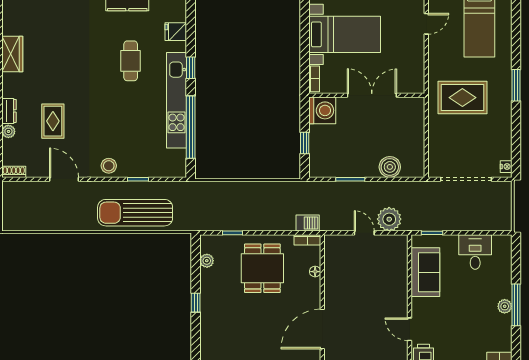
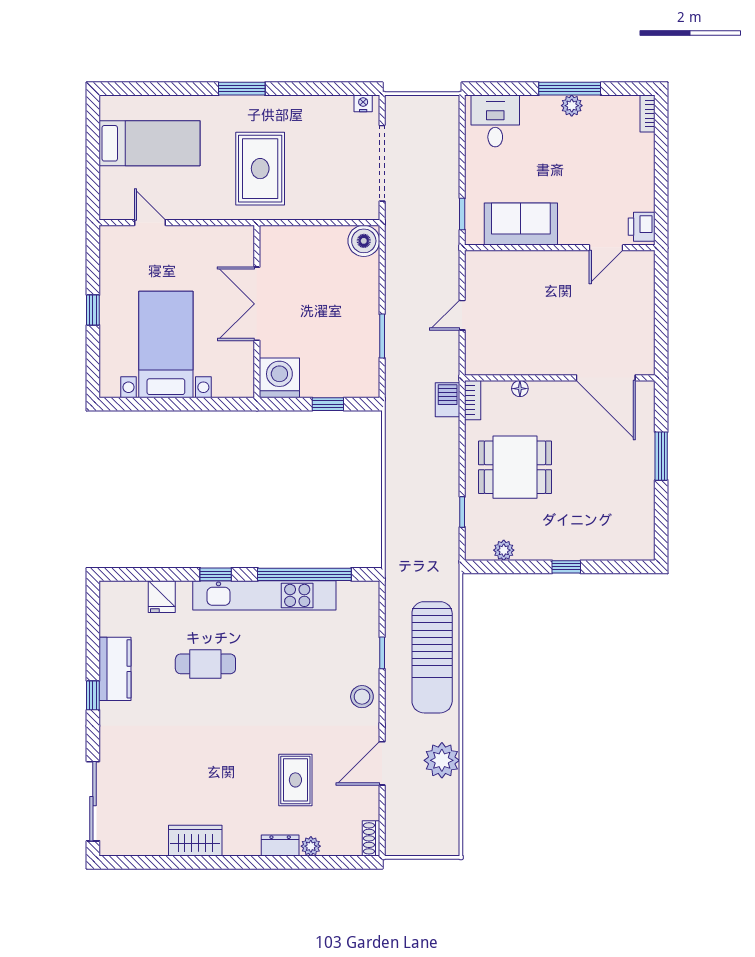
bookcase: (314, 79) -> (232, 390), removed
rug: (53, 121) -> (295, 780), turned 90
boiler: (390, 167) -> (364, 241), moved
plant: (389, 219) -> (442, 760), moved
desk: (475, 252) -> (495, 121), moved, turned 90

